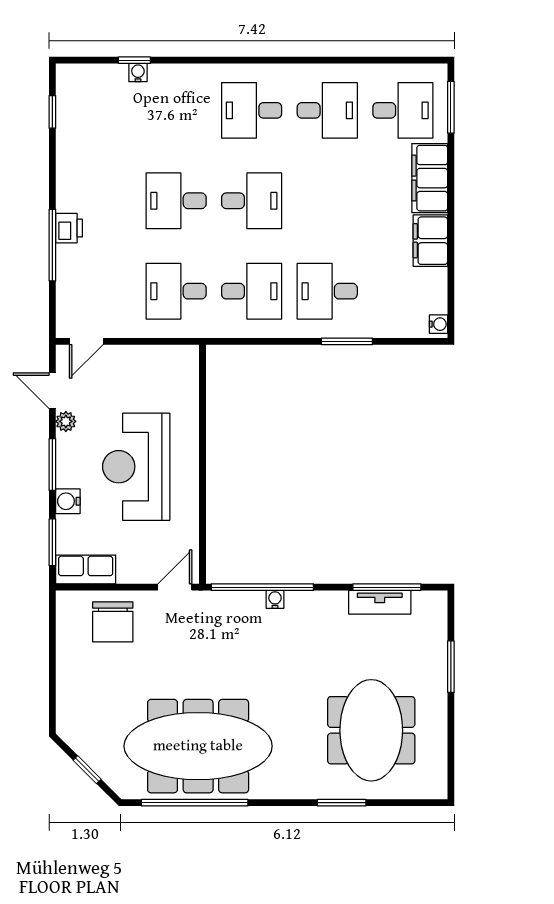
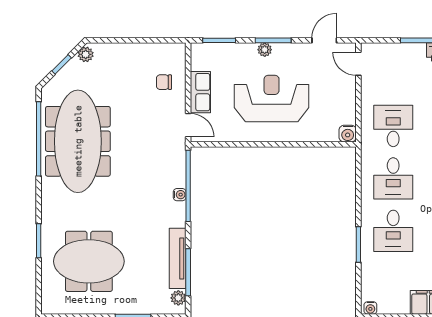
desk: (327, 291) -> (393, 231), turned 180
plant: (66, 421) -> (265, 50), moved
water cooler: (68, 501) -> (348, 134), moved, turned 180
row of seats: (86, 569) -> (200, 92), moved
plant: (424, 601) -> (178, 298), added
tv unit: (380, 602) -> (178, 258), width x1.41
chair: (113, 622) -> (164, 82), width x0.54, depth x0.54
plant: (73, 735) -> (86, 54), added

